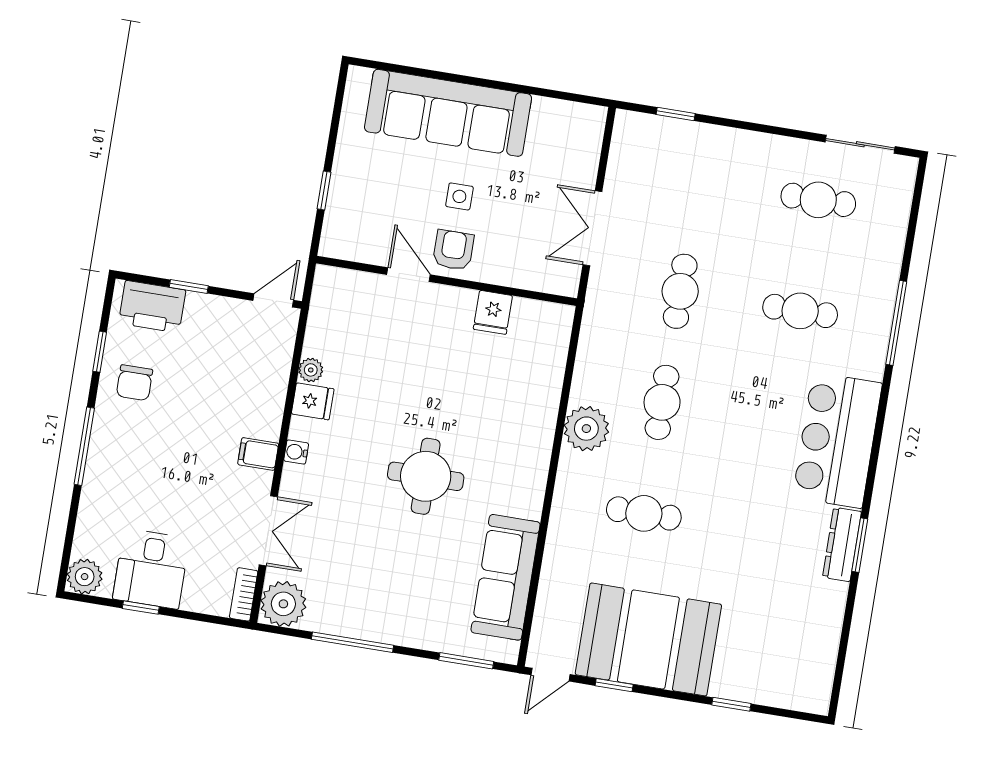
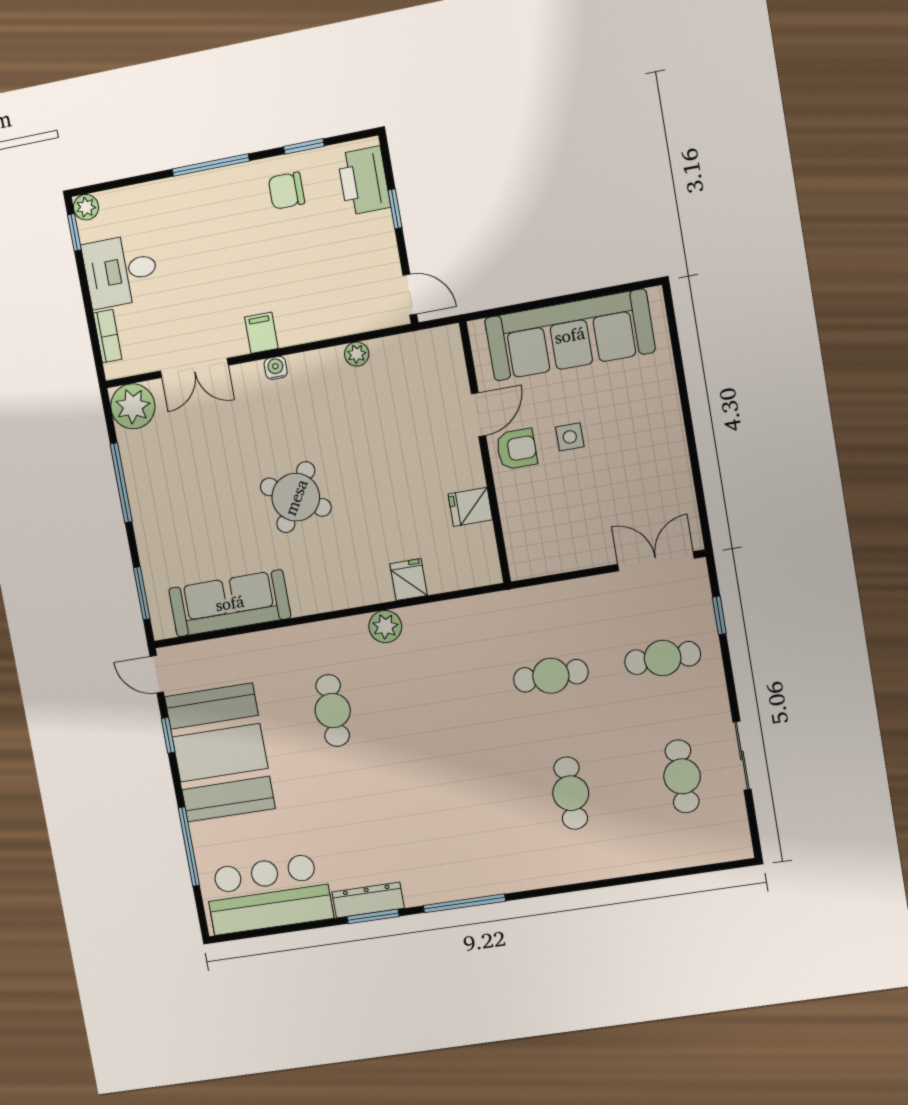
sofa: (448, 113) -> (570, 335), moved, turned -90
sliding door: (860, 144) -> (742, 756), moved
window: (324, 191) -> (531, 305), removed
double door: (592, 228) -> (656, 561), moved
window: (896, 323) -> (464, 903), moved
fridge: (313, 401) -> (409, 580), moved, turned 180
cafe table: (662, 402) -> (663, 658), moved
plant: (586, 429) -> (385, 627), width x0.73, depth x0.73
bar counter: (837, 440) -> (268, 894), moved
round table: (426, 476) -> (296, 497), turned 31
plant: (85, 577) -> (86, 207), width x0.73, depth x0.73
bookcase: (244, 594) -> (107, 336), moved, turned 90
window: (141, 608) -> (74, 232), moved
window: (731, 704) -> (189, 847), width x2.17

